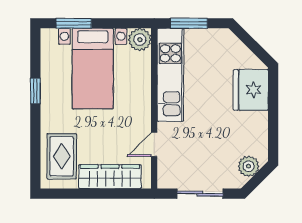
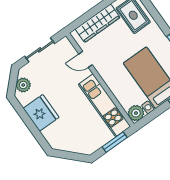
fridge: (251, 90) -> (41, 113), moved
door: (154, 144) -> (86, 59), swing flipped

